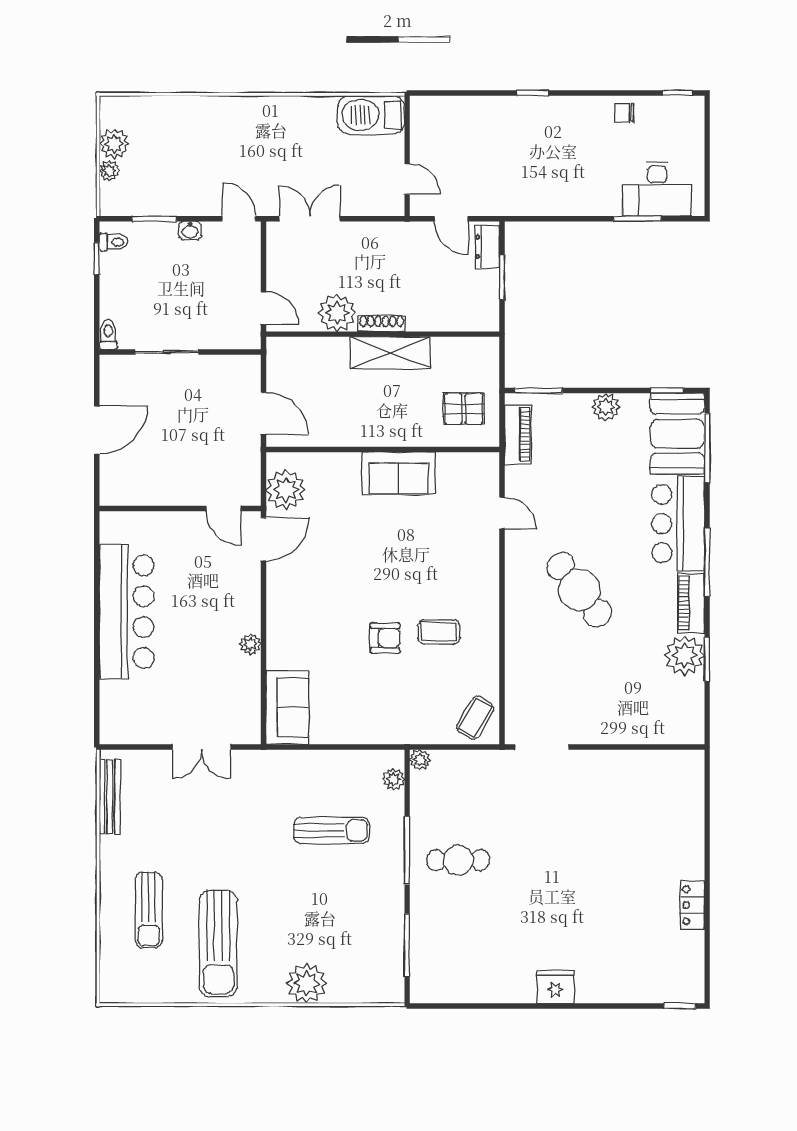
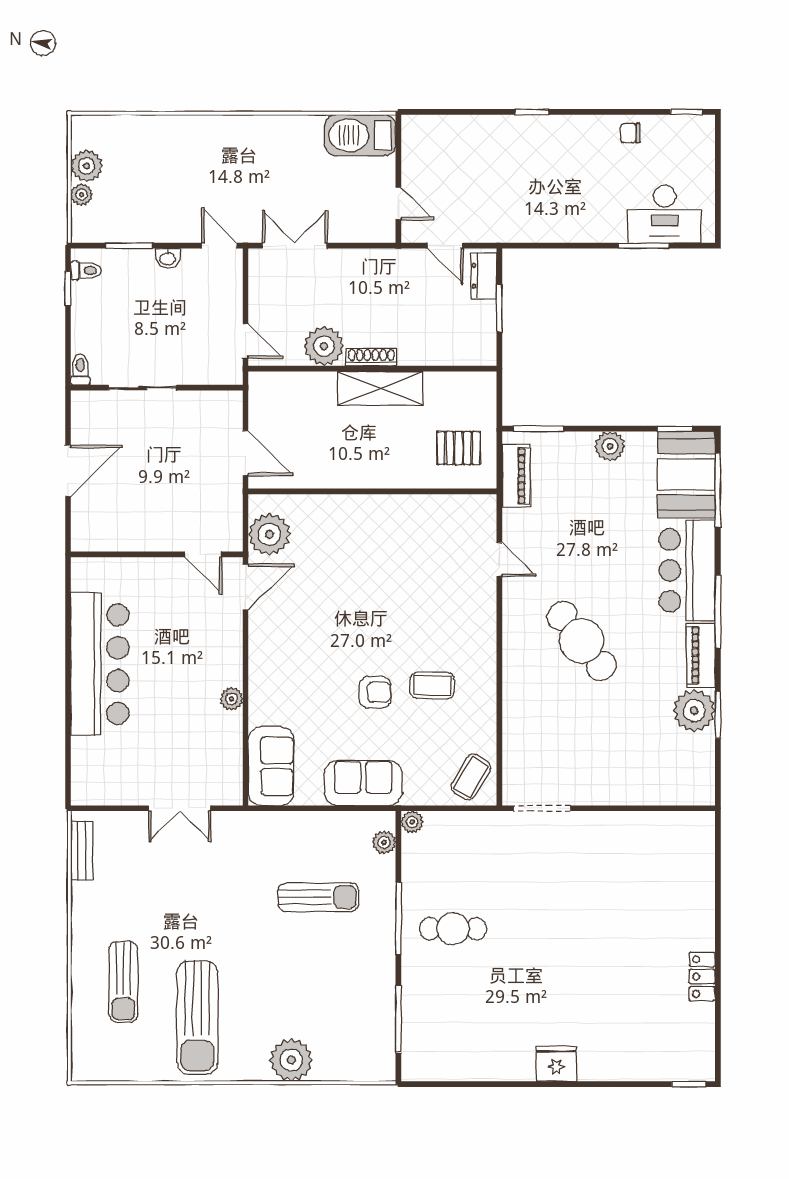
sofa: (399, 473) -> (363, 783), moved, turned 180
bench: (110, 797) -> (82, 851), width x0.73

